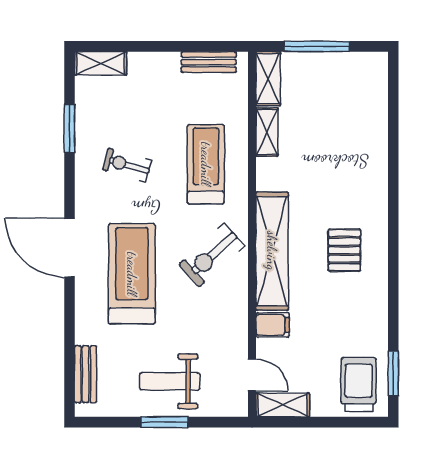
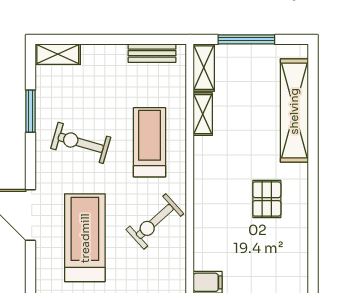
exercise bike: (127, 165) -> (81, 143), width x1.38, depth x1.39
pallet: (344, 250) -> (267, 199), moved
shelving: (272, 251) -> (294, 111), moved

